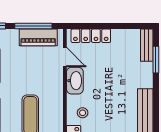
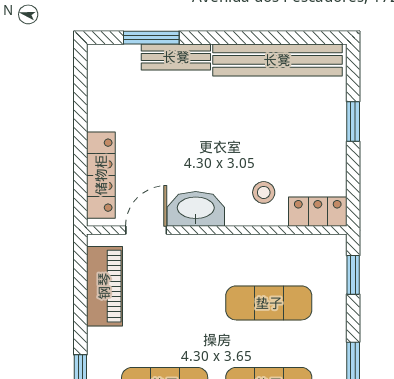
window: (33, 26) -> (80, 297), removed
bench: (147, 45) -> (176, 57), moved

